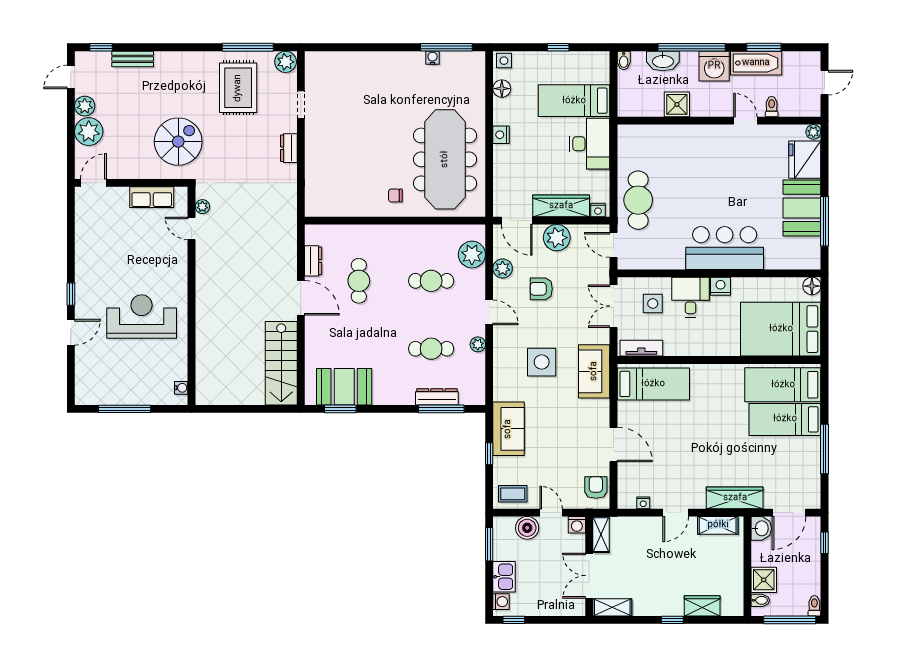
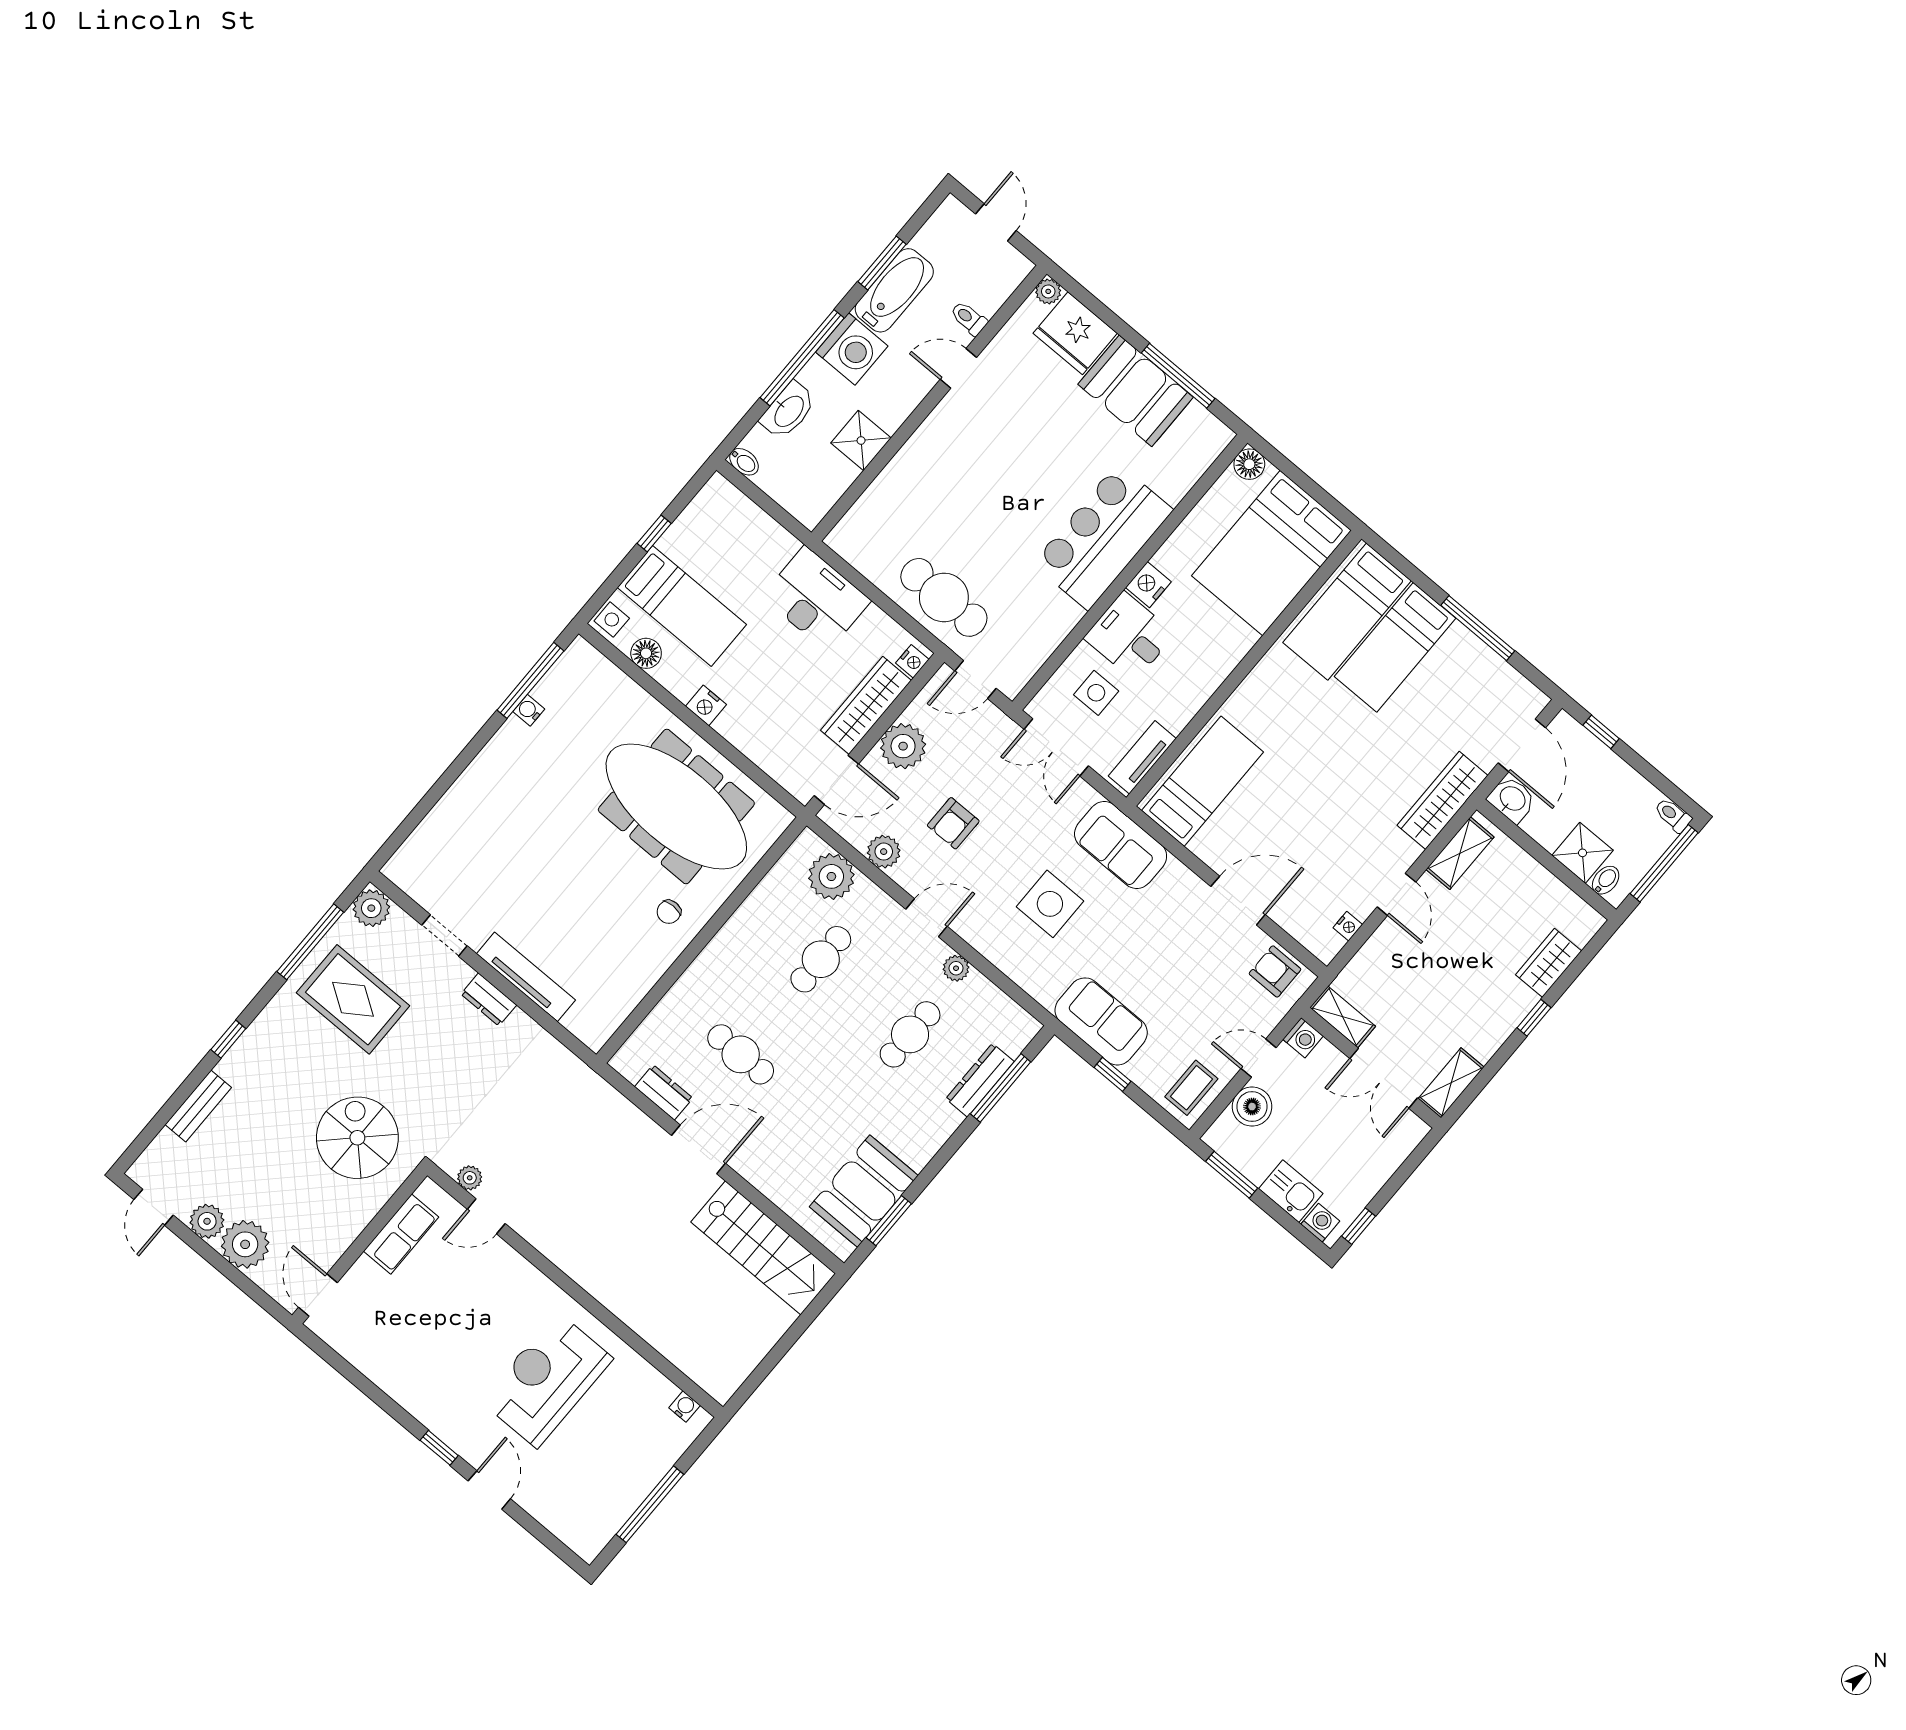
window: (101, 47) -> (228, 1039), moved
bed: (574, 101) -> (682, 606), moved, turned -90
tv unit: (313, 156) -> (526, 977), added

